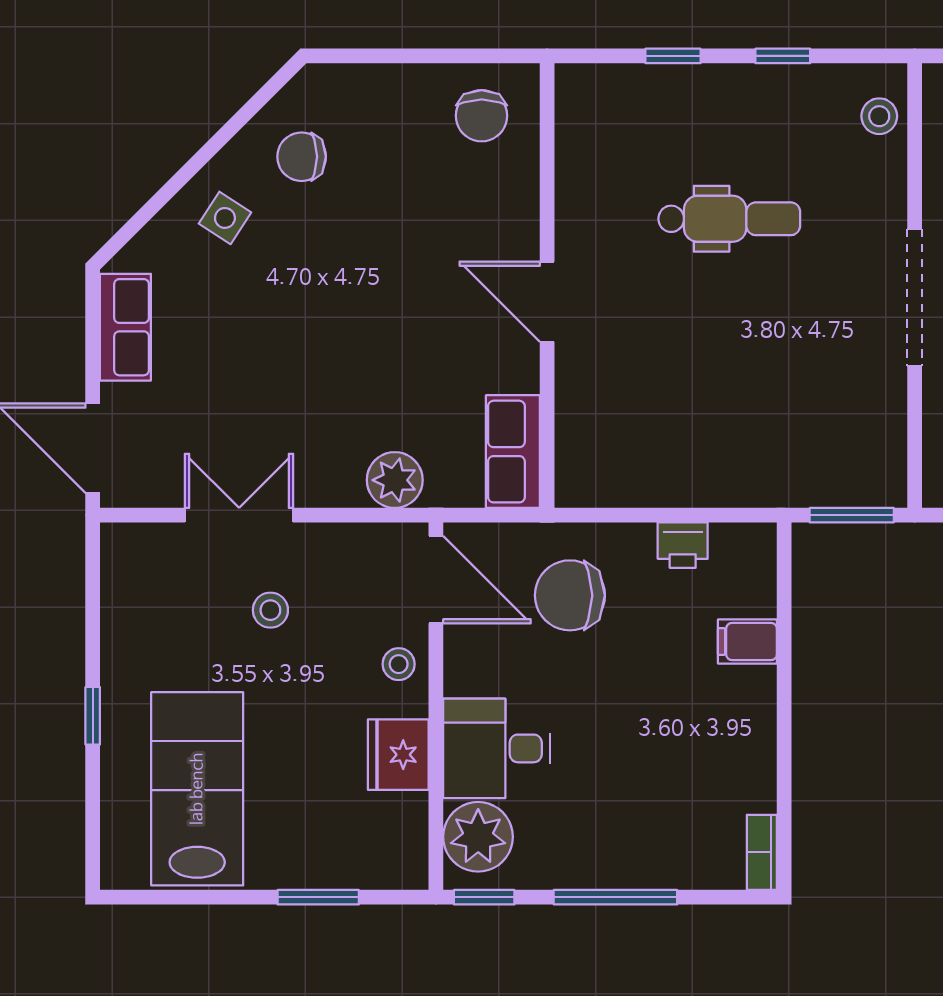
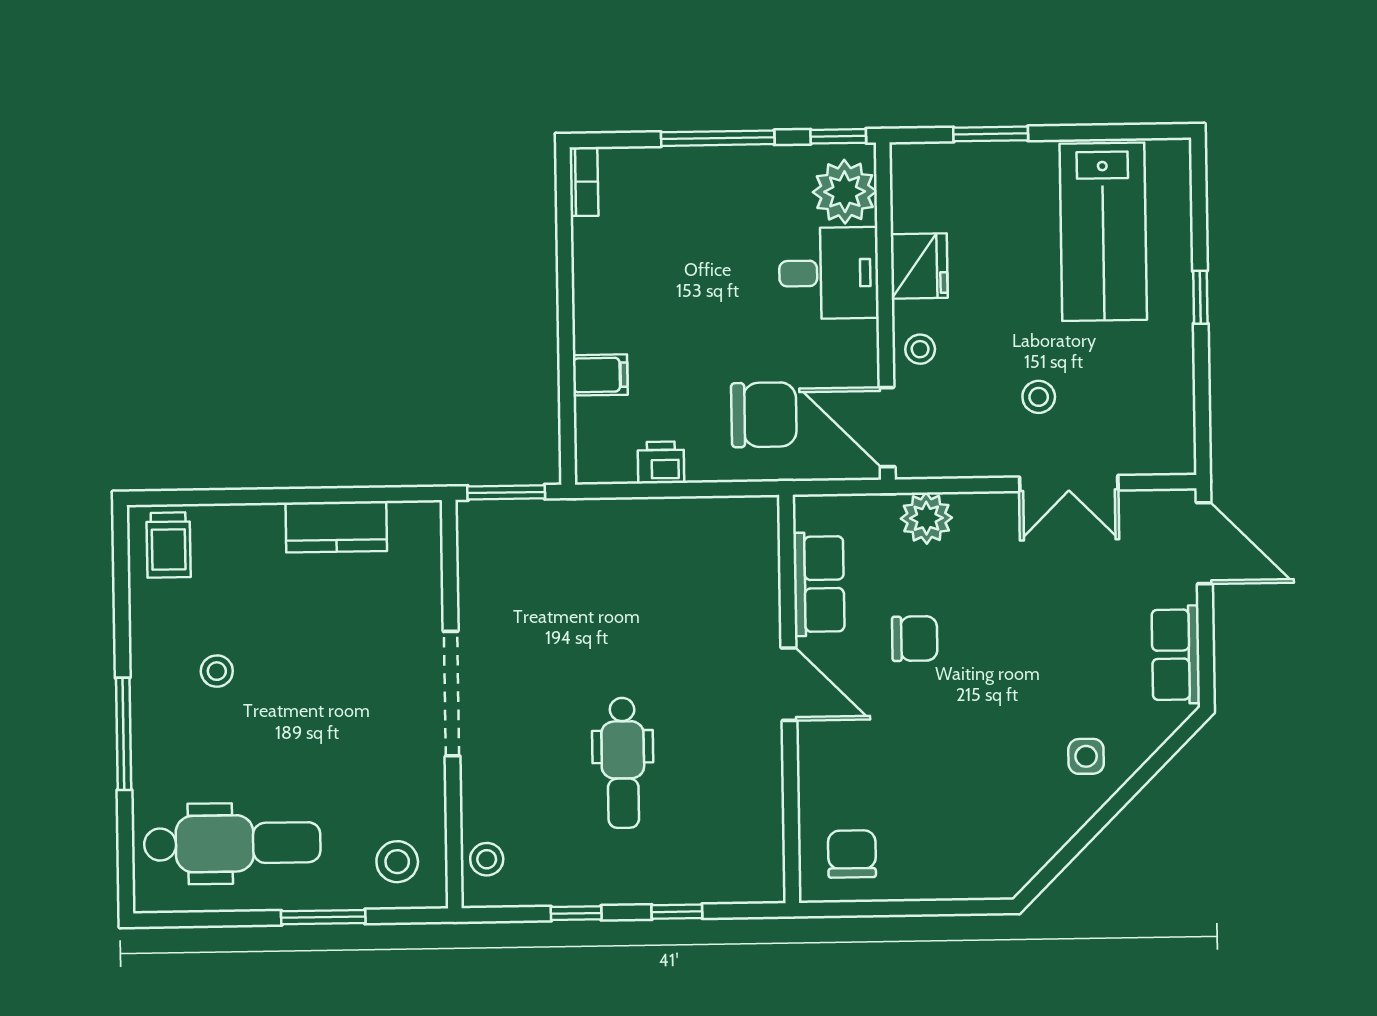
chair: (302, 157) -> (915, 639), moved
side table: (225, 218) -> (1086, 756), turned -33
dental chair: (729, 219) -> (623, 763), turned -90
row of seats: (513, 452) -> (819, 584), moved

